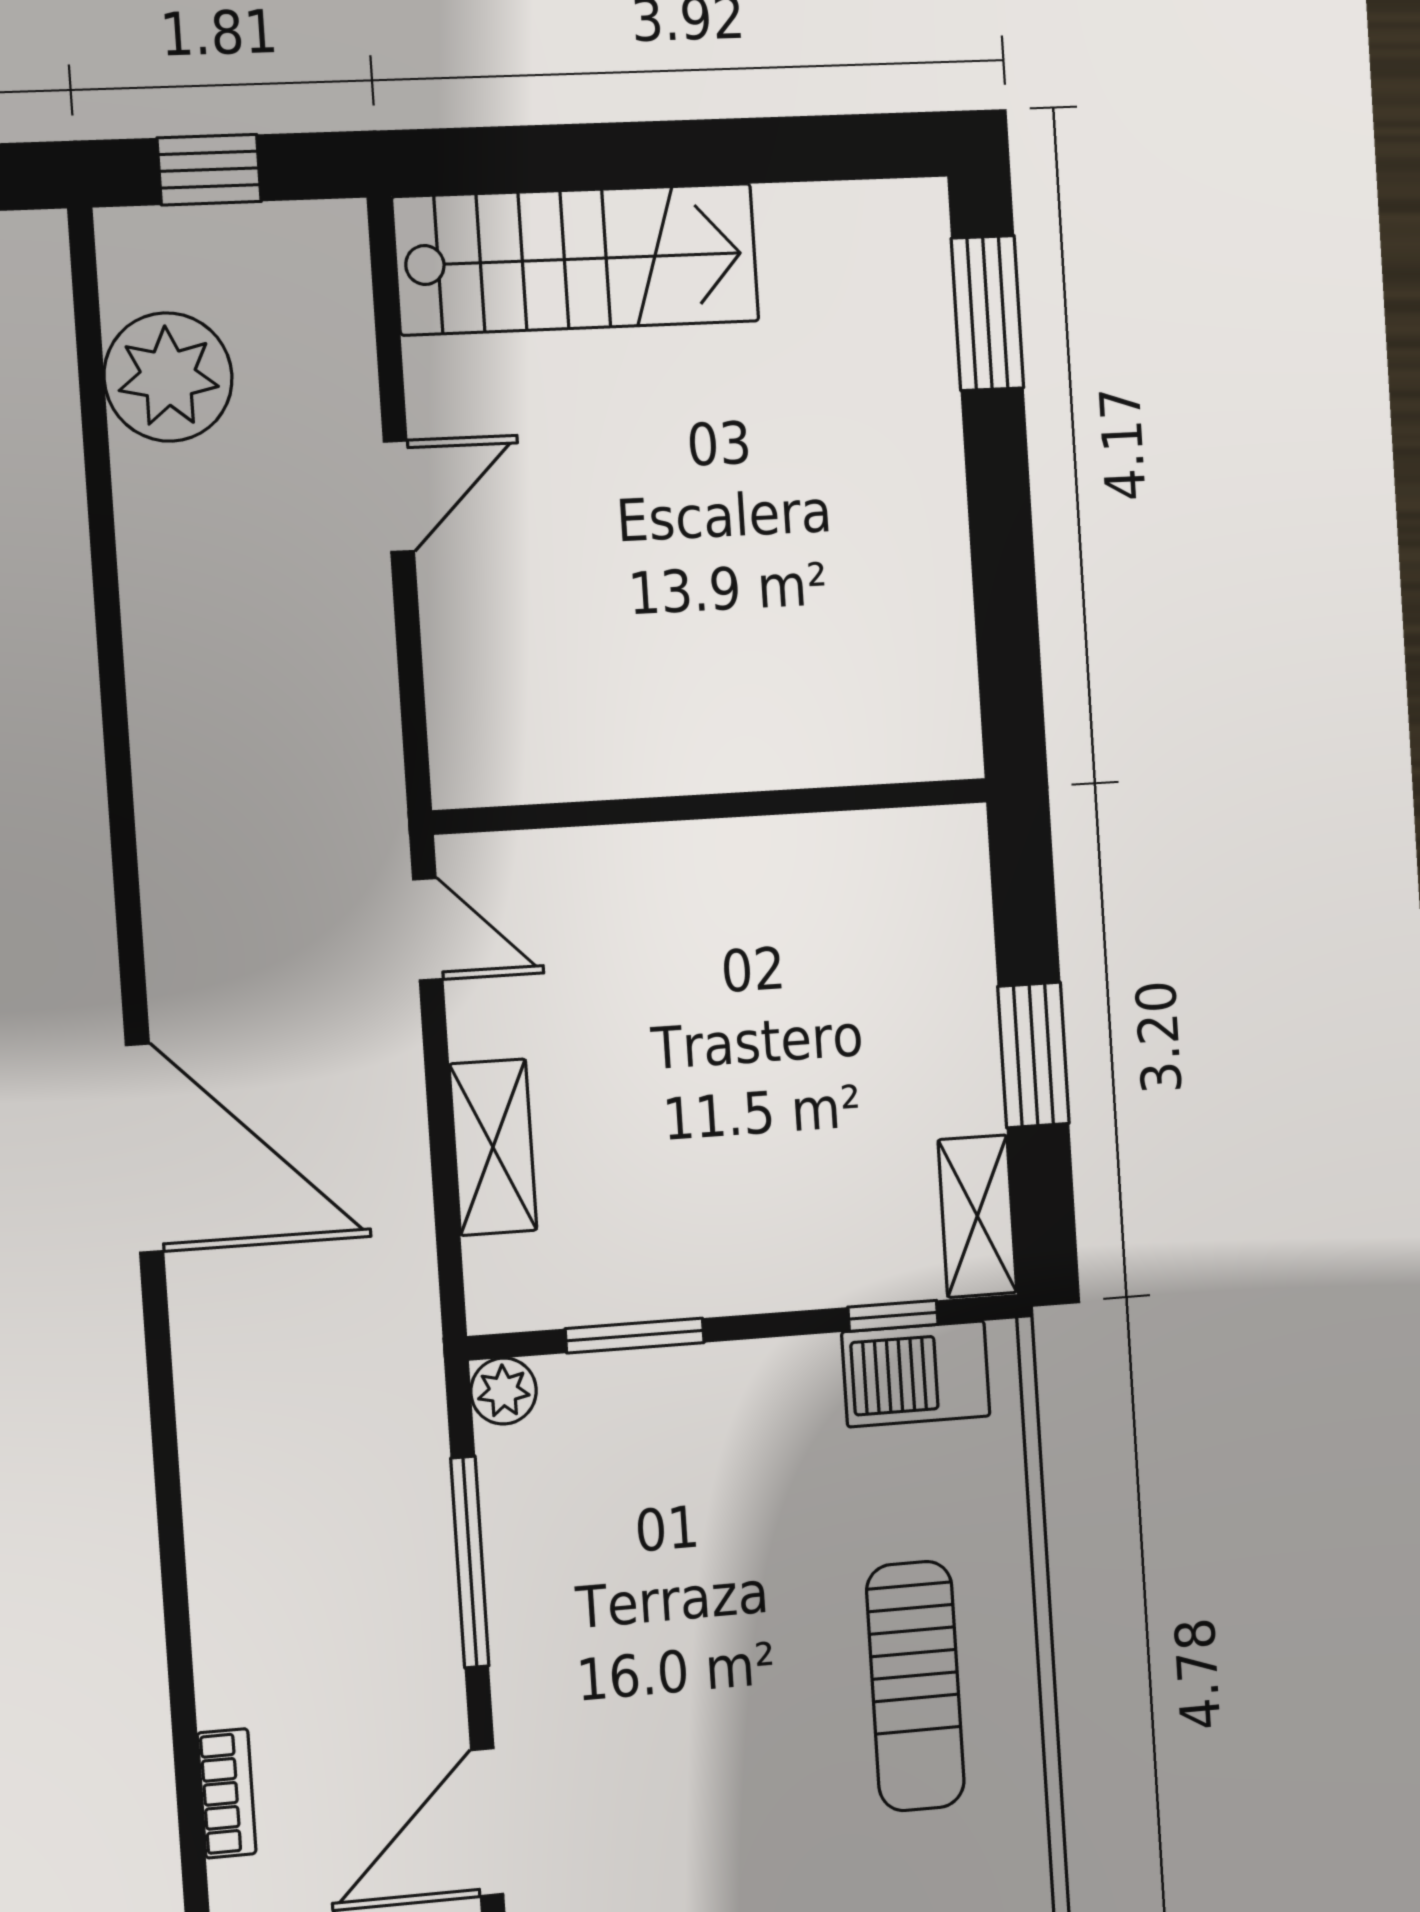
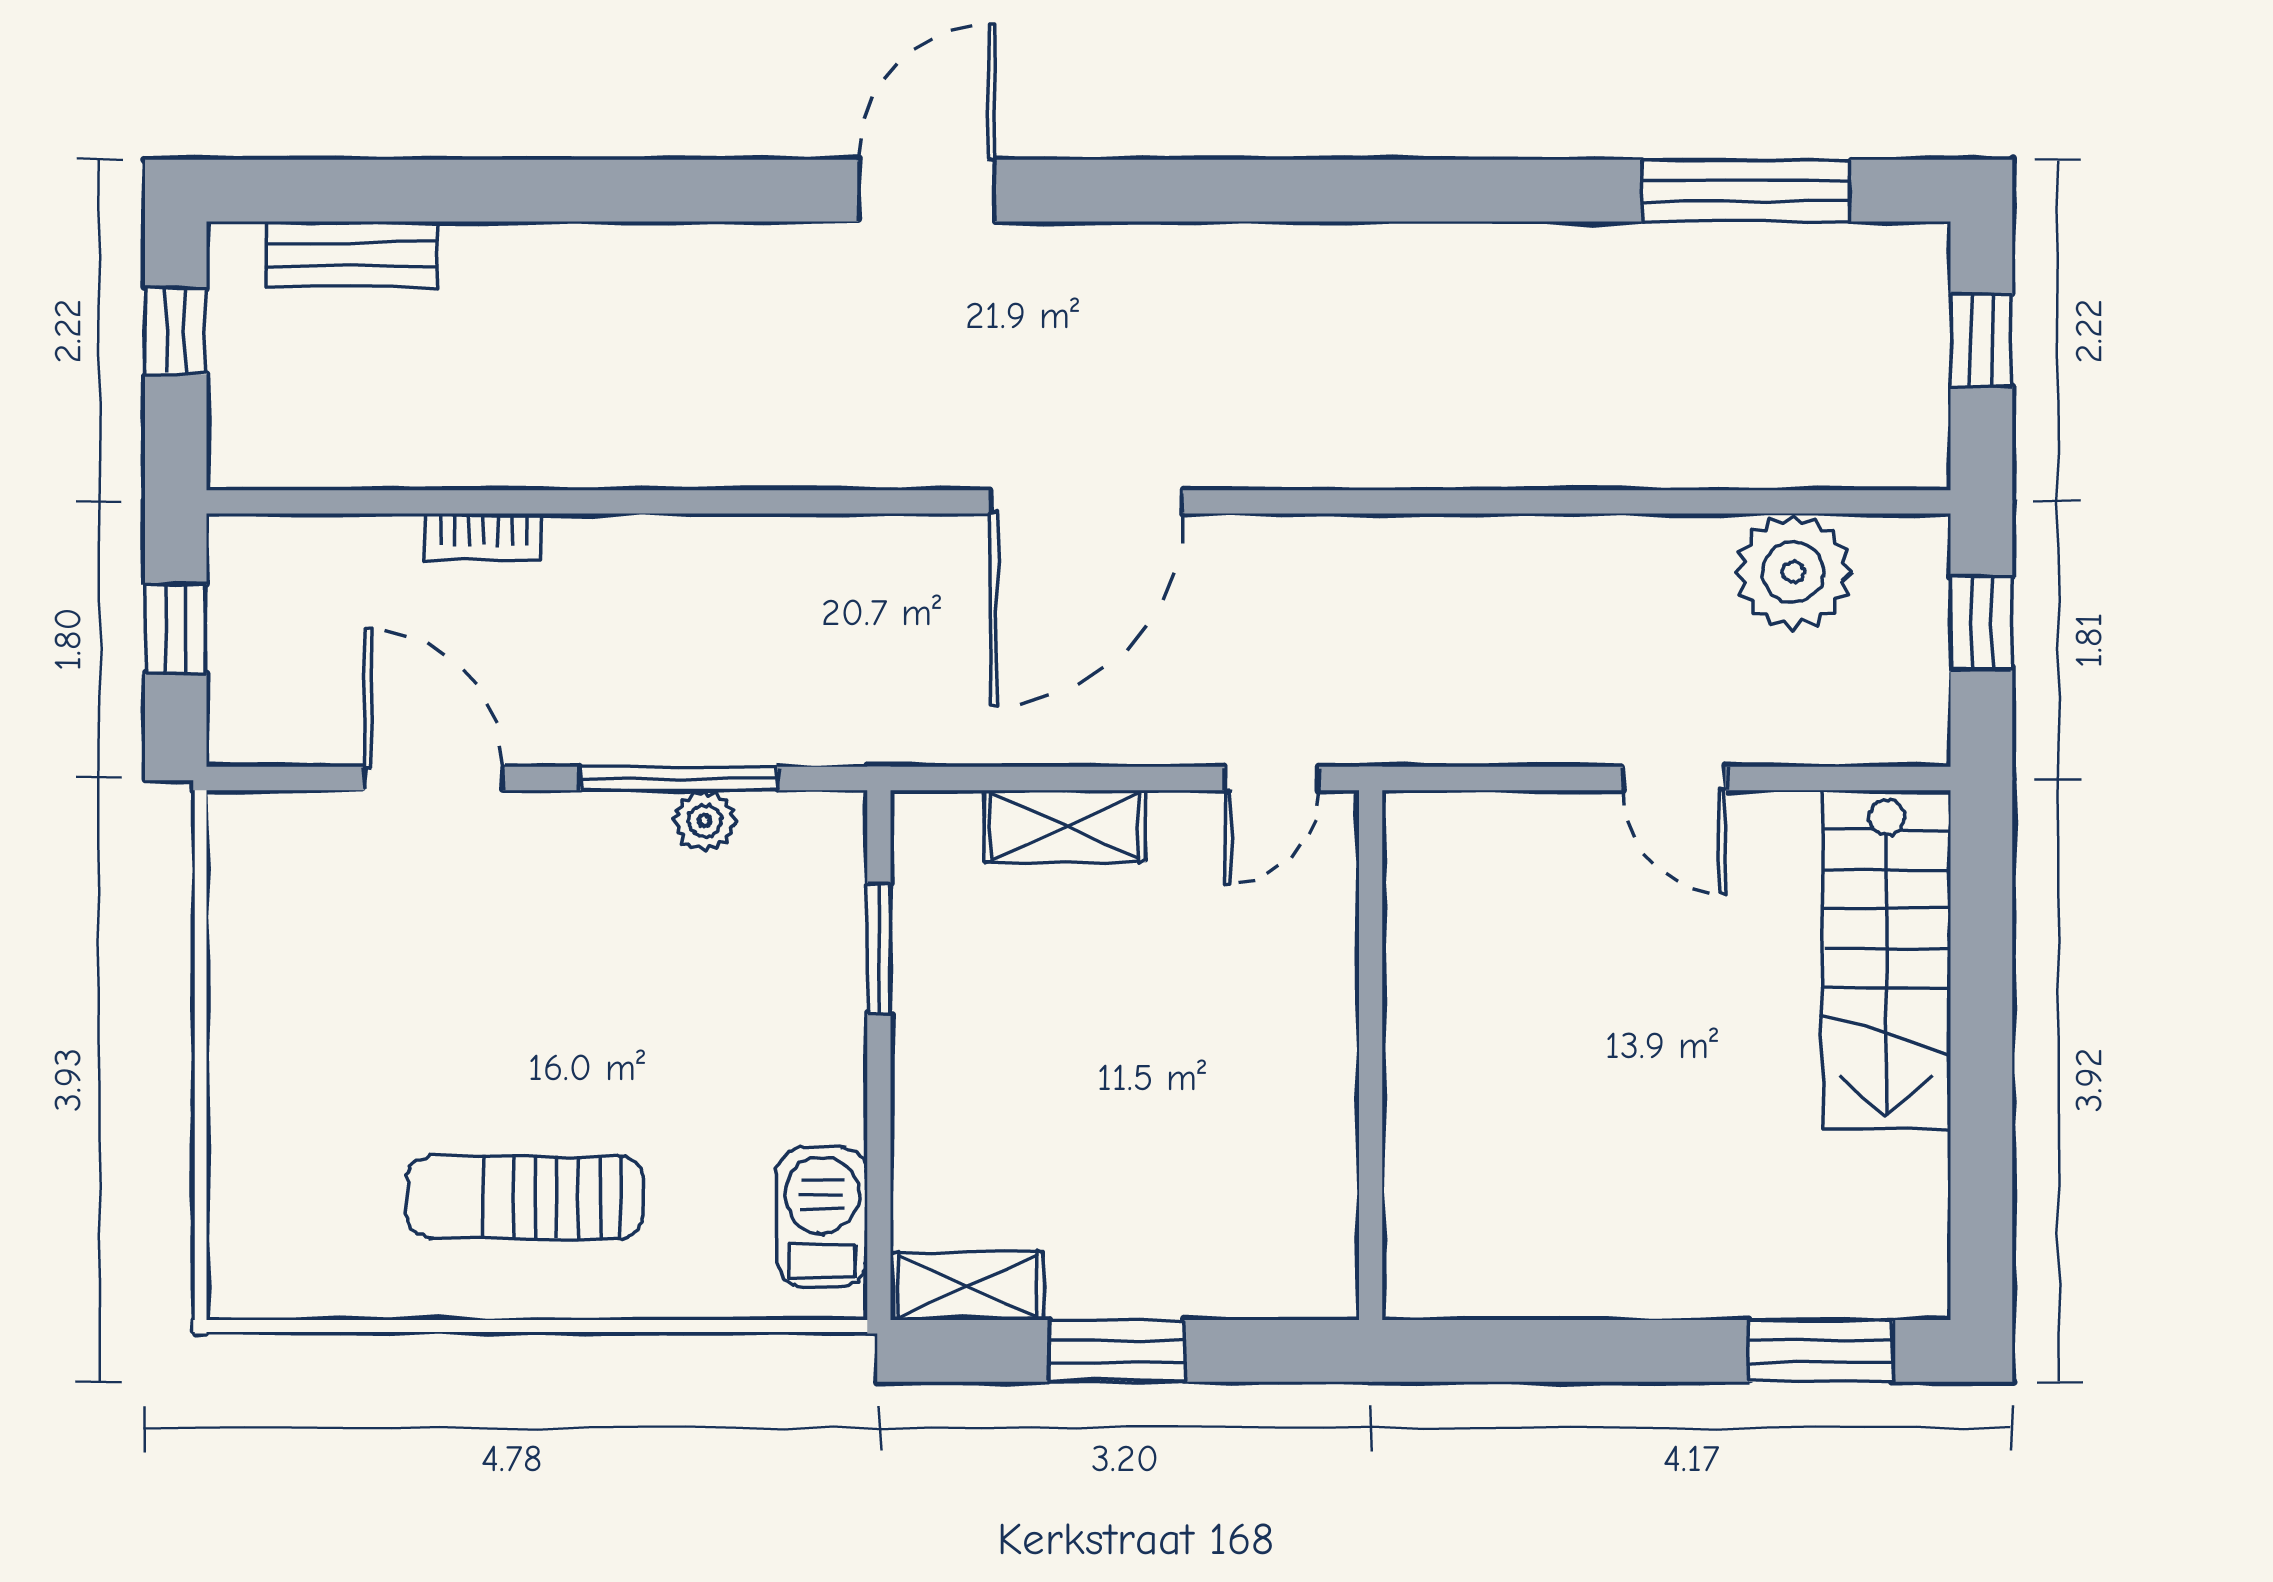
window: (893, 1316) -> (879, 1198), removed
plant: (504, 1391) -> (705, 821), moved

